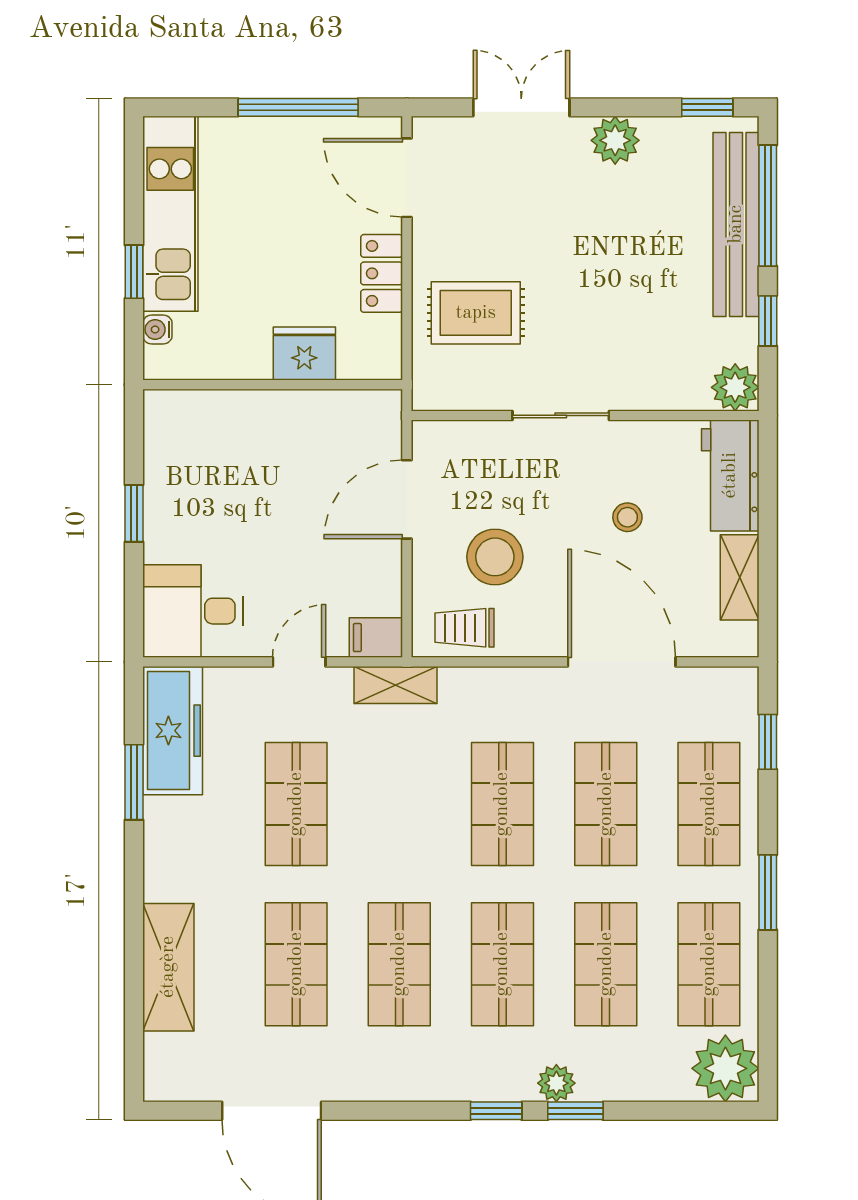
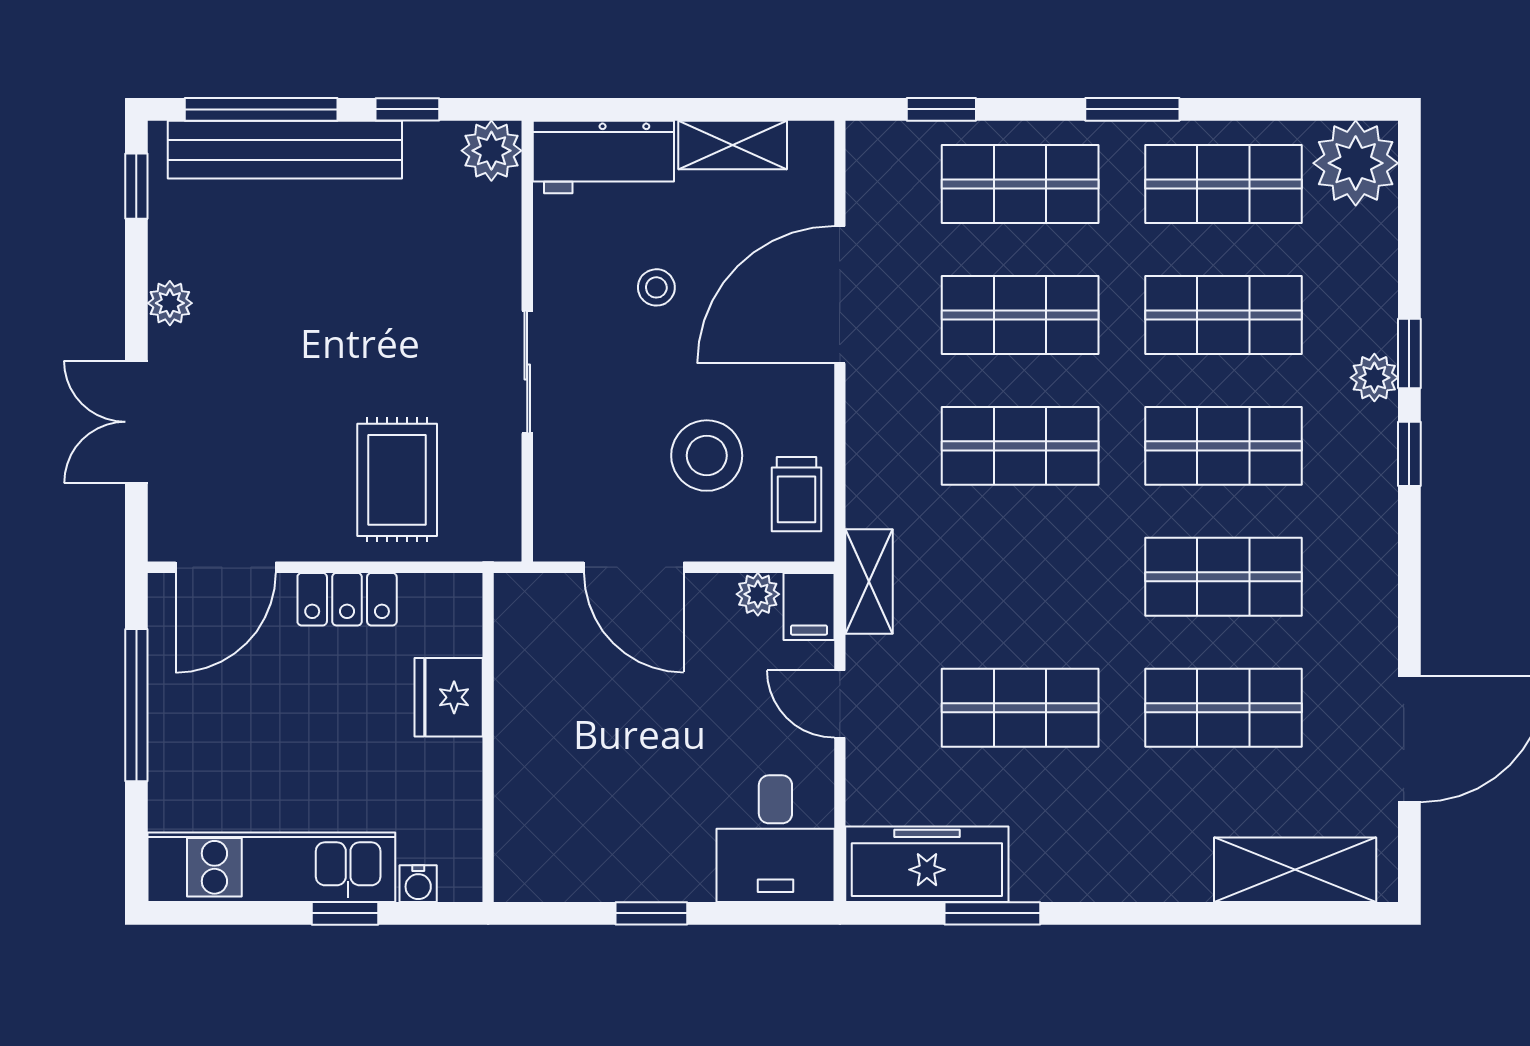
plant: (615, 140) -> (170, 303), width x0.73, depth x0.73
plant: (386, 597) -> (758, 594), added
shelving: (168, 967) -> (1295, 870), moved

